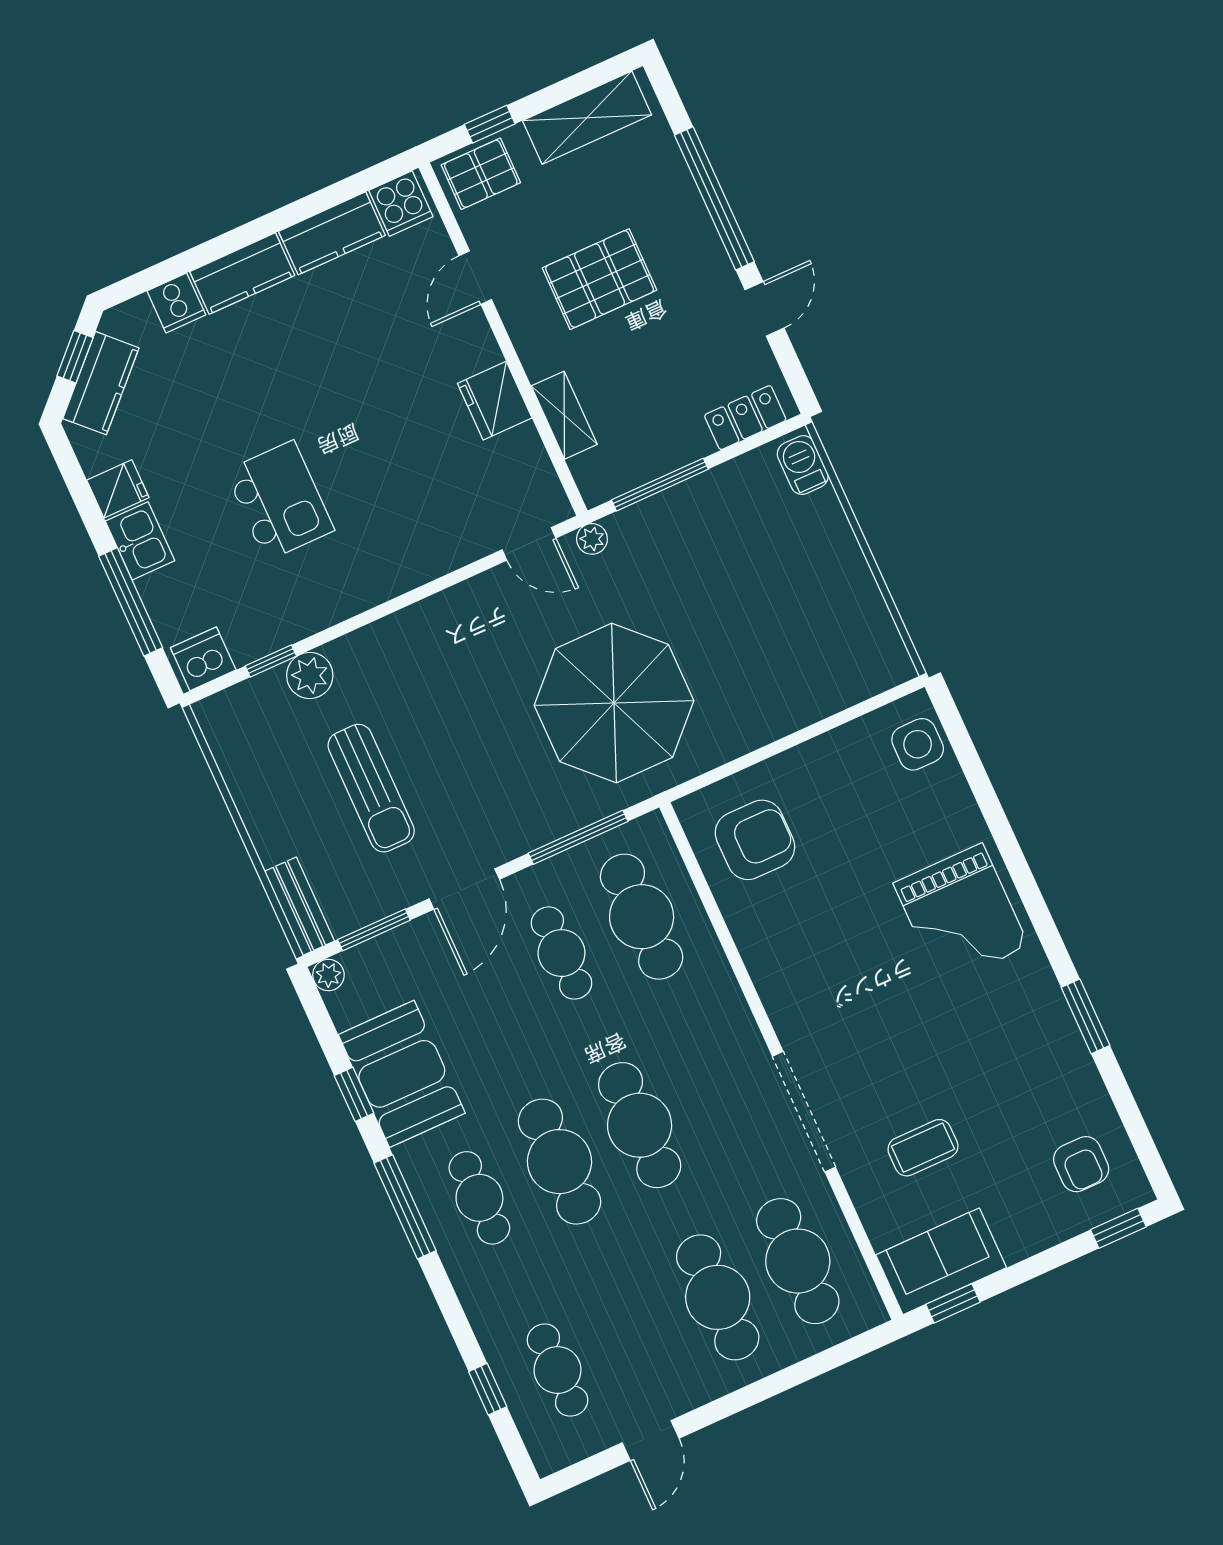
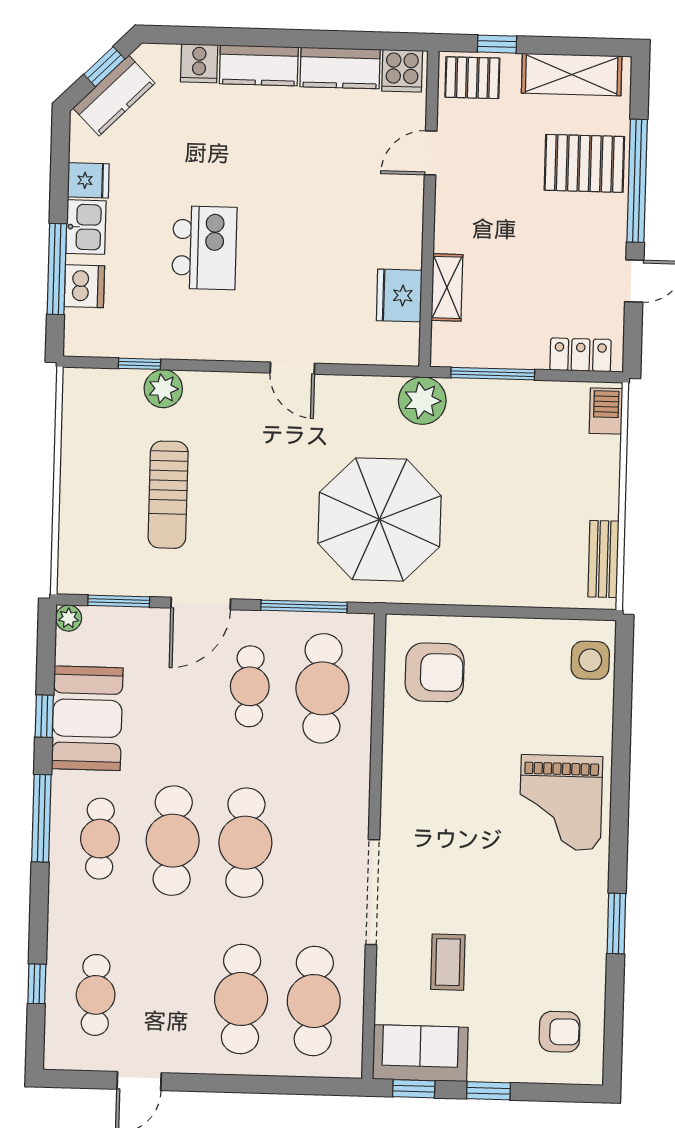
pallet: (600, 279) -> (584, 163), moved
fridge: (495, 401) -> (399, 295), moved
plant: (592, 539) -> (422, 401), width x1.88, depth x1.88
door: (529, 544) -> (292, 368), moved
dishwasher: (203, 659) -> (84, 286), moved, turned 90
bench: (299, 906) -> (603, 559), moved
coffee table: (923, 1148) -> (448, 962), turned 90
armchair: (1081, 1164) -> (560, 1032), turned -90
window: (1118, 1228) -> (488, 1091), moved

